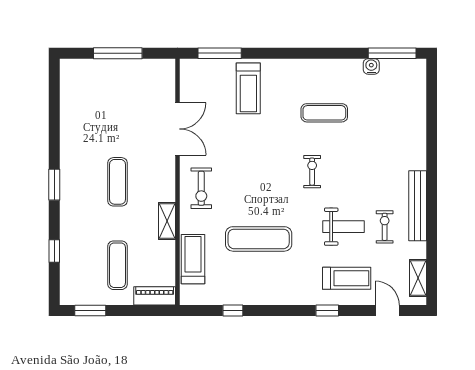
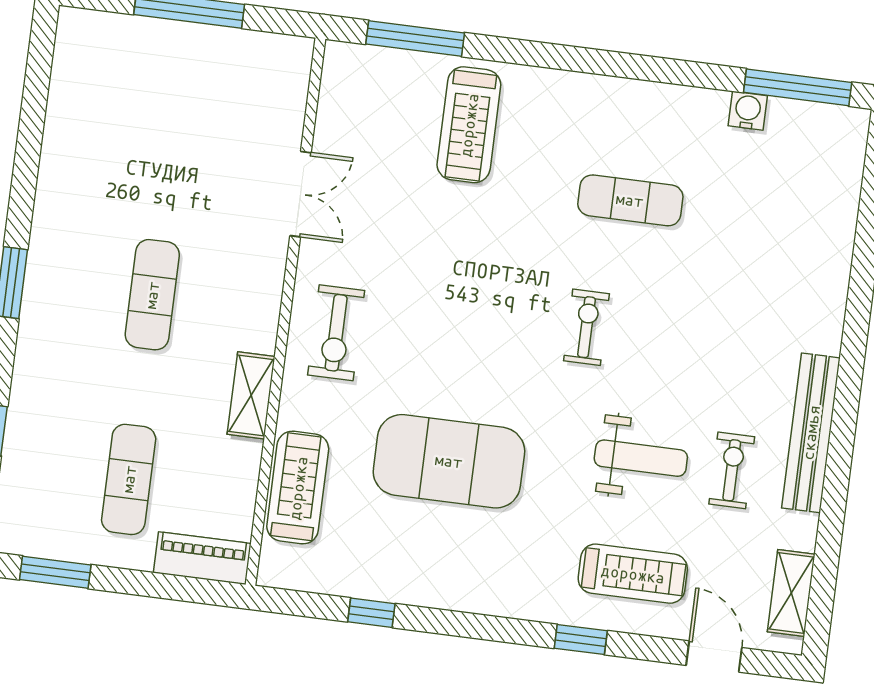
double door: (178, 129) -> (301, 194), width x0.73
exercise mat: (259, 239) -> (449, 461), width x1.47

